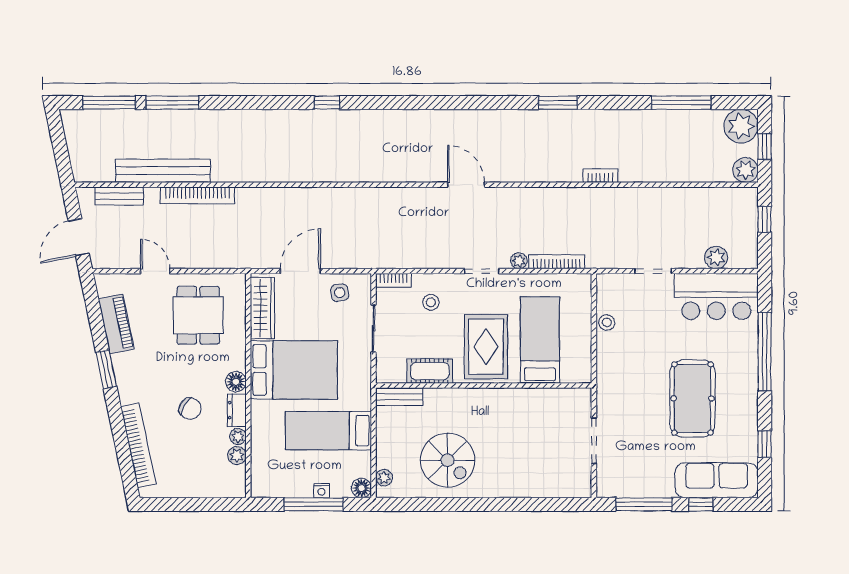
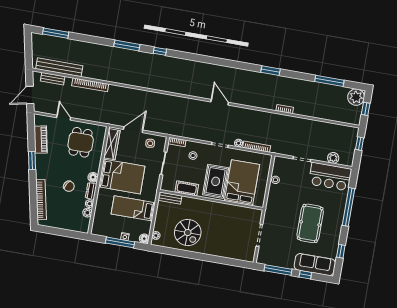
window: (172, 103) -> (127, 46), moved
plant: (746, 170) -> (355, 118), removed
bench: (163, 171) -> (59, 67), moved
bed: (540, 340) -> (242, 183), width x1.50

